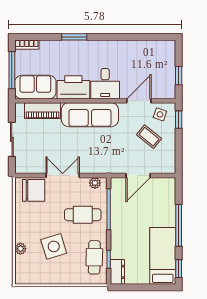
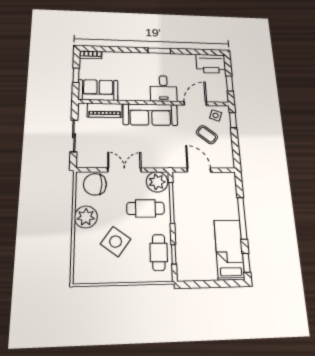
window: (74, 37) -> (159, 51), moved
window: (12, 70) -> (76, 75), width x0.46
printer: (73, 87) -> (211, 64), moved, turned 180
door: (138, 176) -> (199, 170), swing flipped
plant: (95, 183) -> (157, 182), width x1.88, depth x1.88
chair: (34, 190) -> (95, 184), turned 180
side table: (54, 246) -> (116, 242), turned -37
plant: (20, 249) -> (86, 217), moved, width x1.88, depth x1.88
dresser: (117, 272) -> (184, 268), removed

